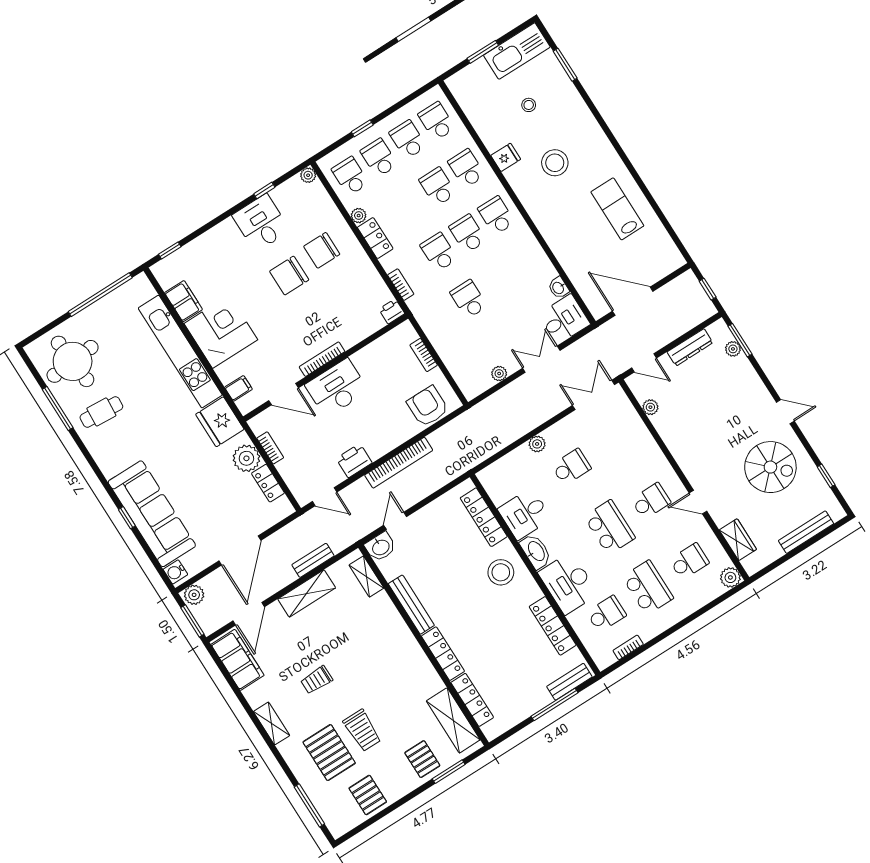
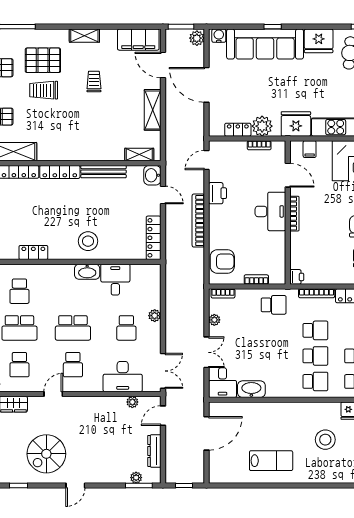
bookcase: (401, 285) -> (317, 293), width x1.56
washbasin: (558, 288) -> (251, 389), width x1.91, depth x1.45
school desk: (469, 299) -> (274, 305), moved
bookcase: (463, 383) -> (223, 293), added
door: (283, 394) -> (288, 175), swing flipped
fridge: (110, 456) -> (319, 41), added
locker: (484, 517) -> (154, 238), moved, turned -90
bench: (313, 560) -> (171, 127), removed
desk: (568, 583) -> (123, 377), moved, turned 180
locker: (553, 626) -> (33, 252), width x0.66

